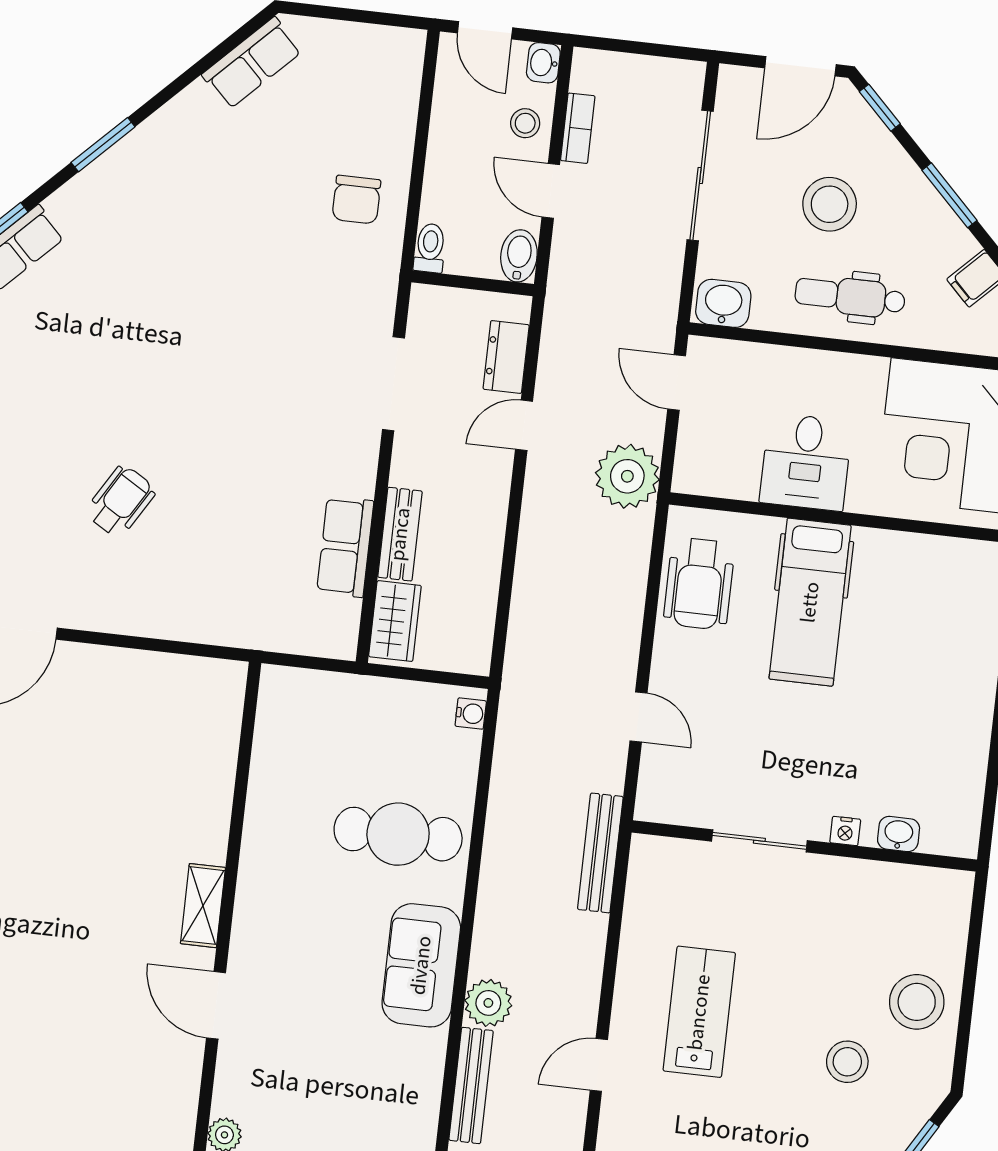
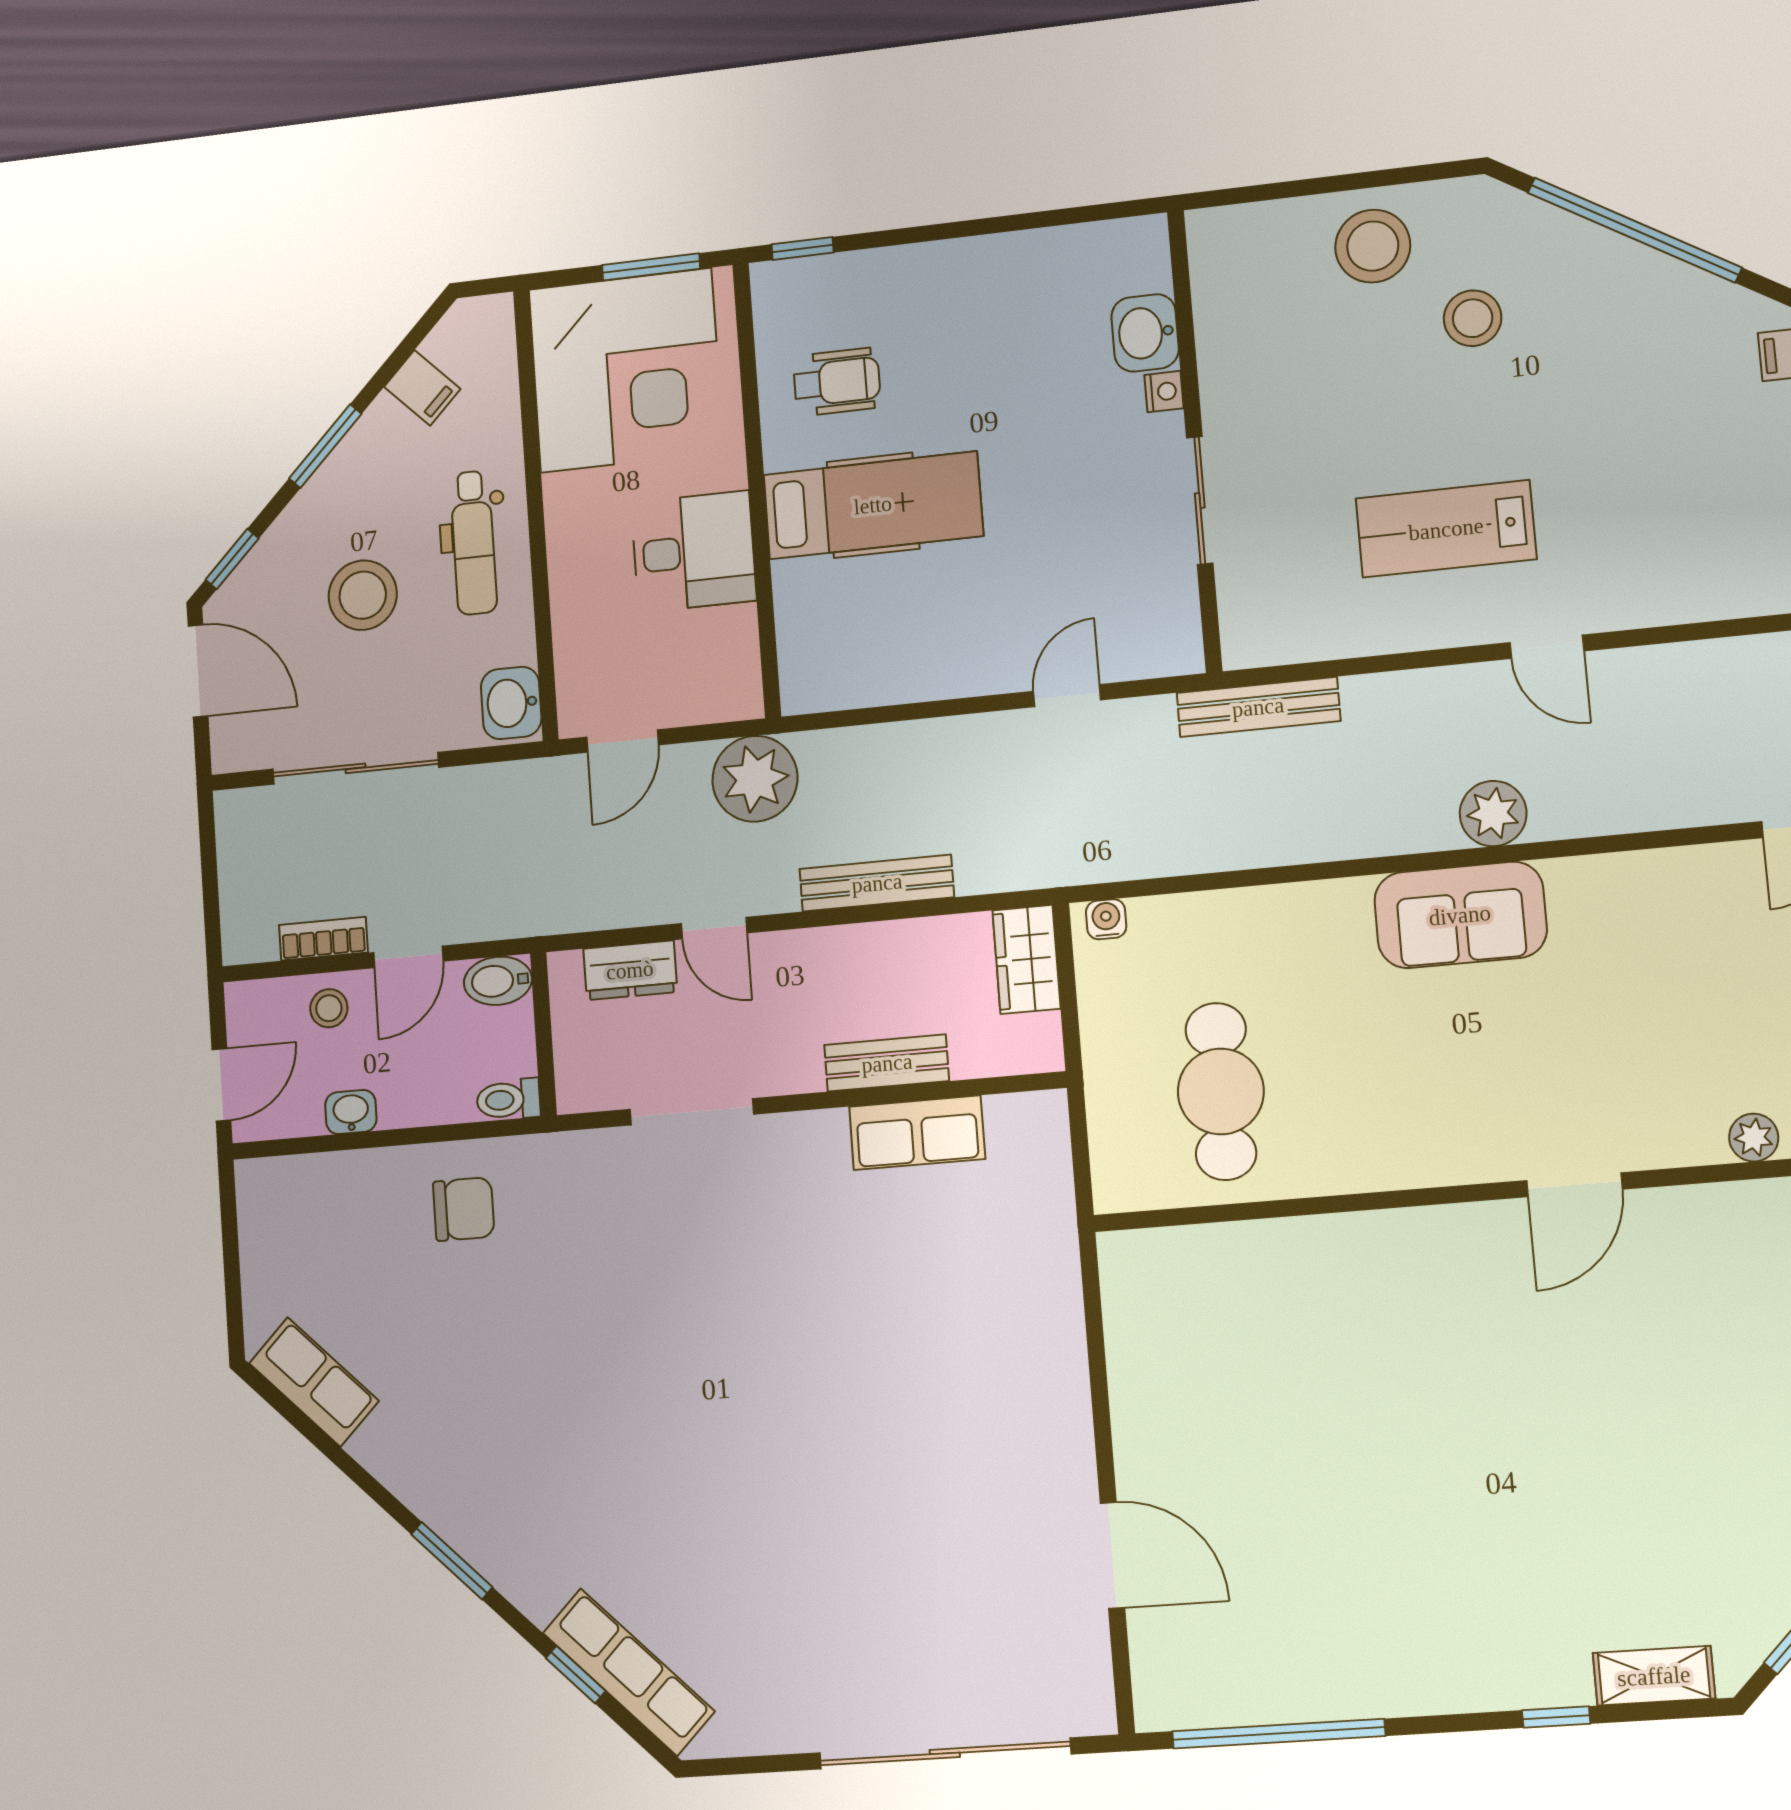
washbasin: (543, 63) -> (351, 1112), moved, turned 180
wheelchair: (121, 501) -> (914, 1448), removed
wheelchair: (699, 584) -> (837, 382), moved, width x0.73, depth x0.73
wardrobe: (395, 621) -> (1027, 959), moved, turned -90
cafe table: (398, 834) -> (1221, 1091), moved
washbasin: (899, 834) -> (1145, 333), width x1.38, depth x1.45
shelving: (203, 906) -> (1440, 1230), removed
bench: (471, 1085) -> (877, 883), moved

